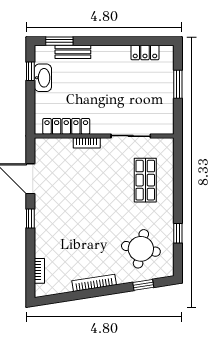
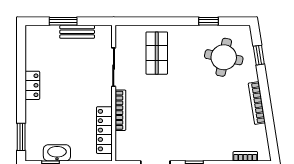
bench: (73, 52) -> (77, 32), moved, turned 90
locker: (145, 53) -> (32, 85), moved
bookcase: (87, 143) -> (120, 110), width x1.56
shop shelf: (145, 180) -> (157, 53), turned 90

